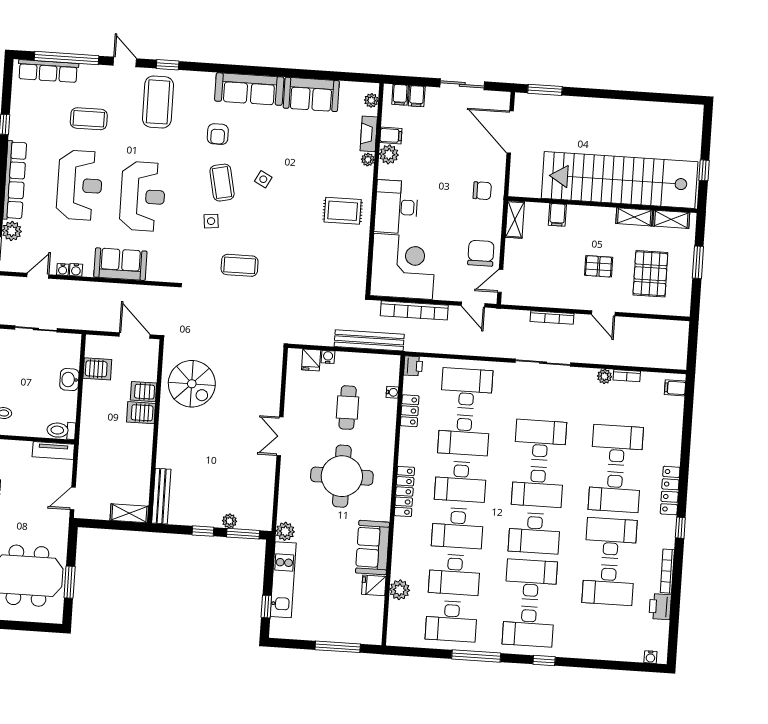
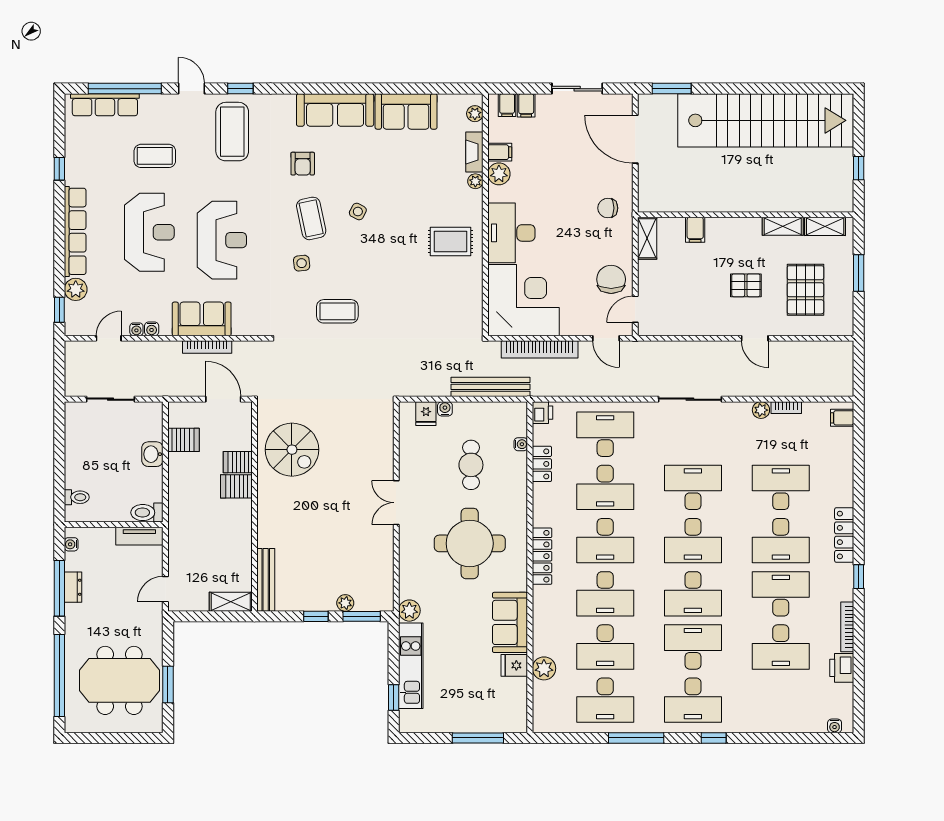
stairs: (620, 180) -> (765, 120), moved, turned 180
chair: (482, 191) -> (608, 208), turned 180
bookcase: (552, 317) -> (207, 347), moved

